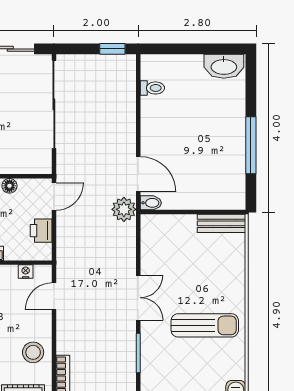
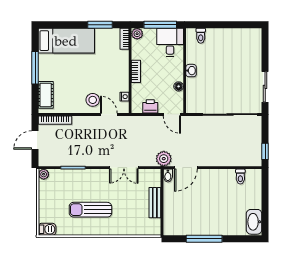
bench: (221, 223) -> (155, 203), moved
double door: (138, 298) -> (124, 168), moved
sun lounger: (205, 325) -> (90, 210), turned 90
stool: (33, 352) -> (93, 100), moved

